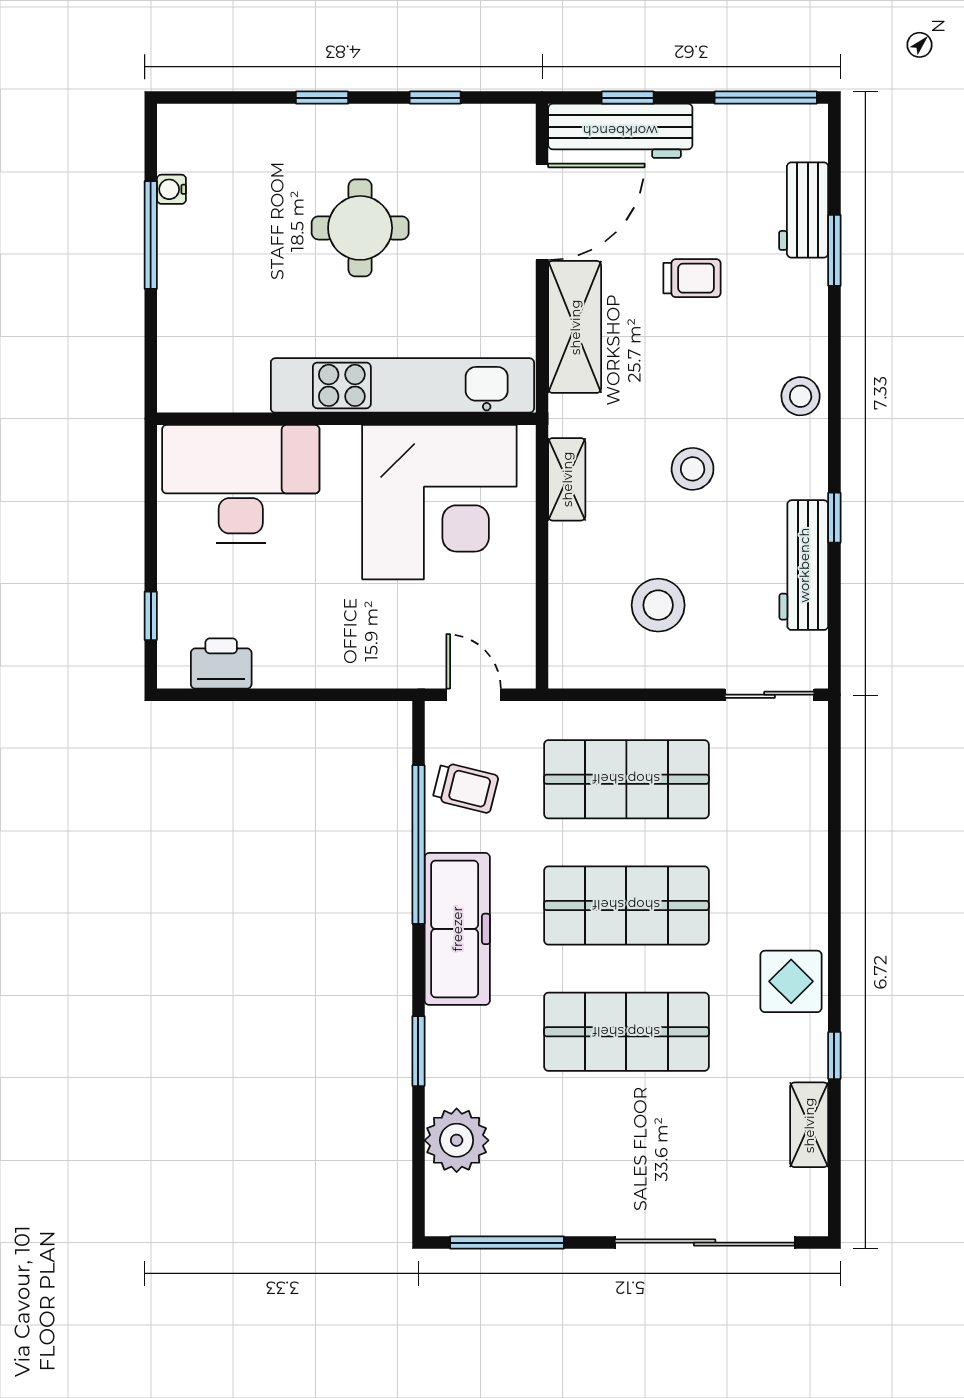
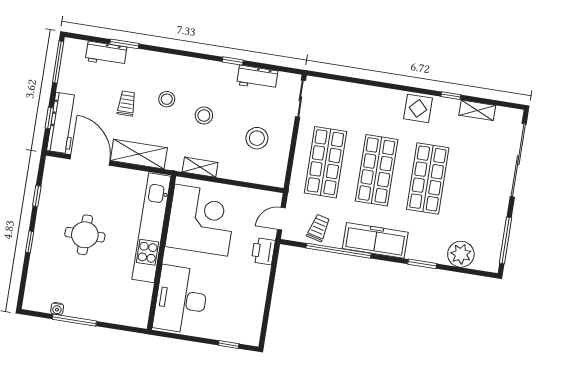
stool: (801, 396) -> (167, 99), moved
workbench: (804, 565) -> (257, 78), width x0.73
printer: (221, 663) -> (263, 251), moved

